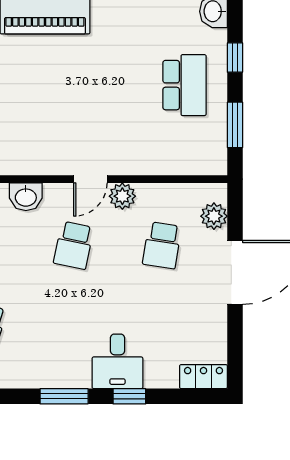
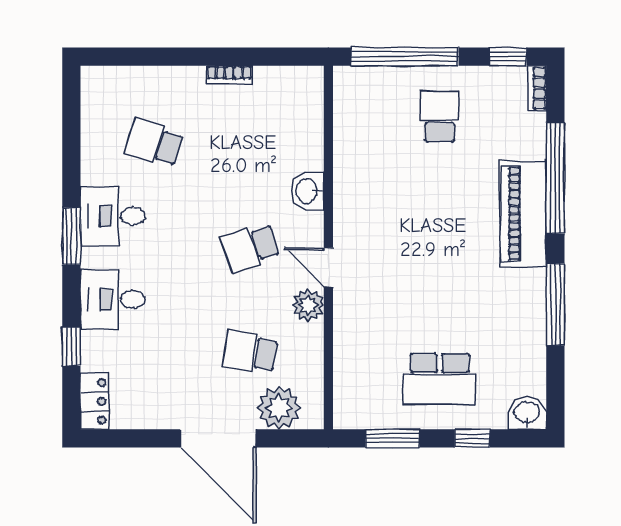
plant: (214, 216) -> (279, 408), width x1.36, depth x1.36
school desk: (74, 245) -> (250, 248), turned -30
desk: (47, 361) -> (113, 216), added
window: (129, 396) -> (71, 347), moved

